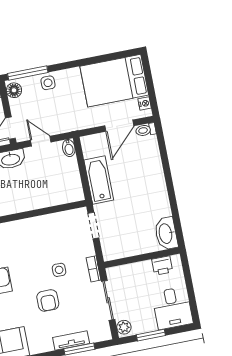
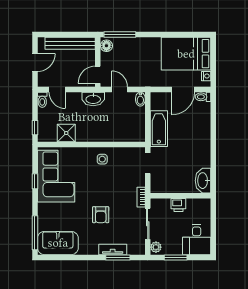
side table: (48, 83) -> (134, 45), removed
printer: (162, 266) -> (178, 205), moved
side table: (59, 270) -> (102, 159), moved

